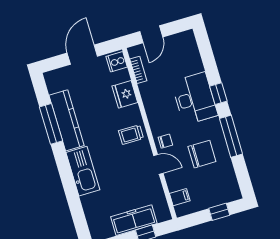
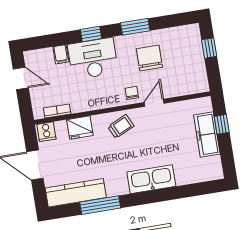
door: (151, 34) -> (21, 78), moved
kitchen counter: (67, 120) -> (76, 193), moved
trolley: (131, 135) -> (121, 126), turned -115
window: (231, 136) -> (135, 27), width x0.69
filing cabinet: (180, 197) -> (61, 54), moved, turned 180

